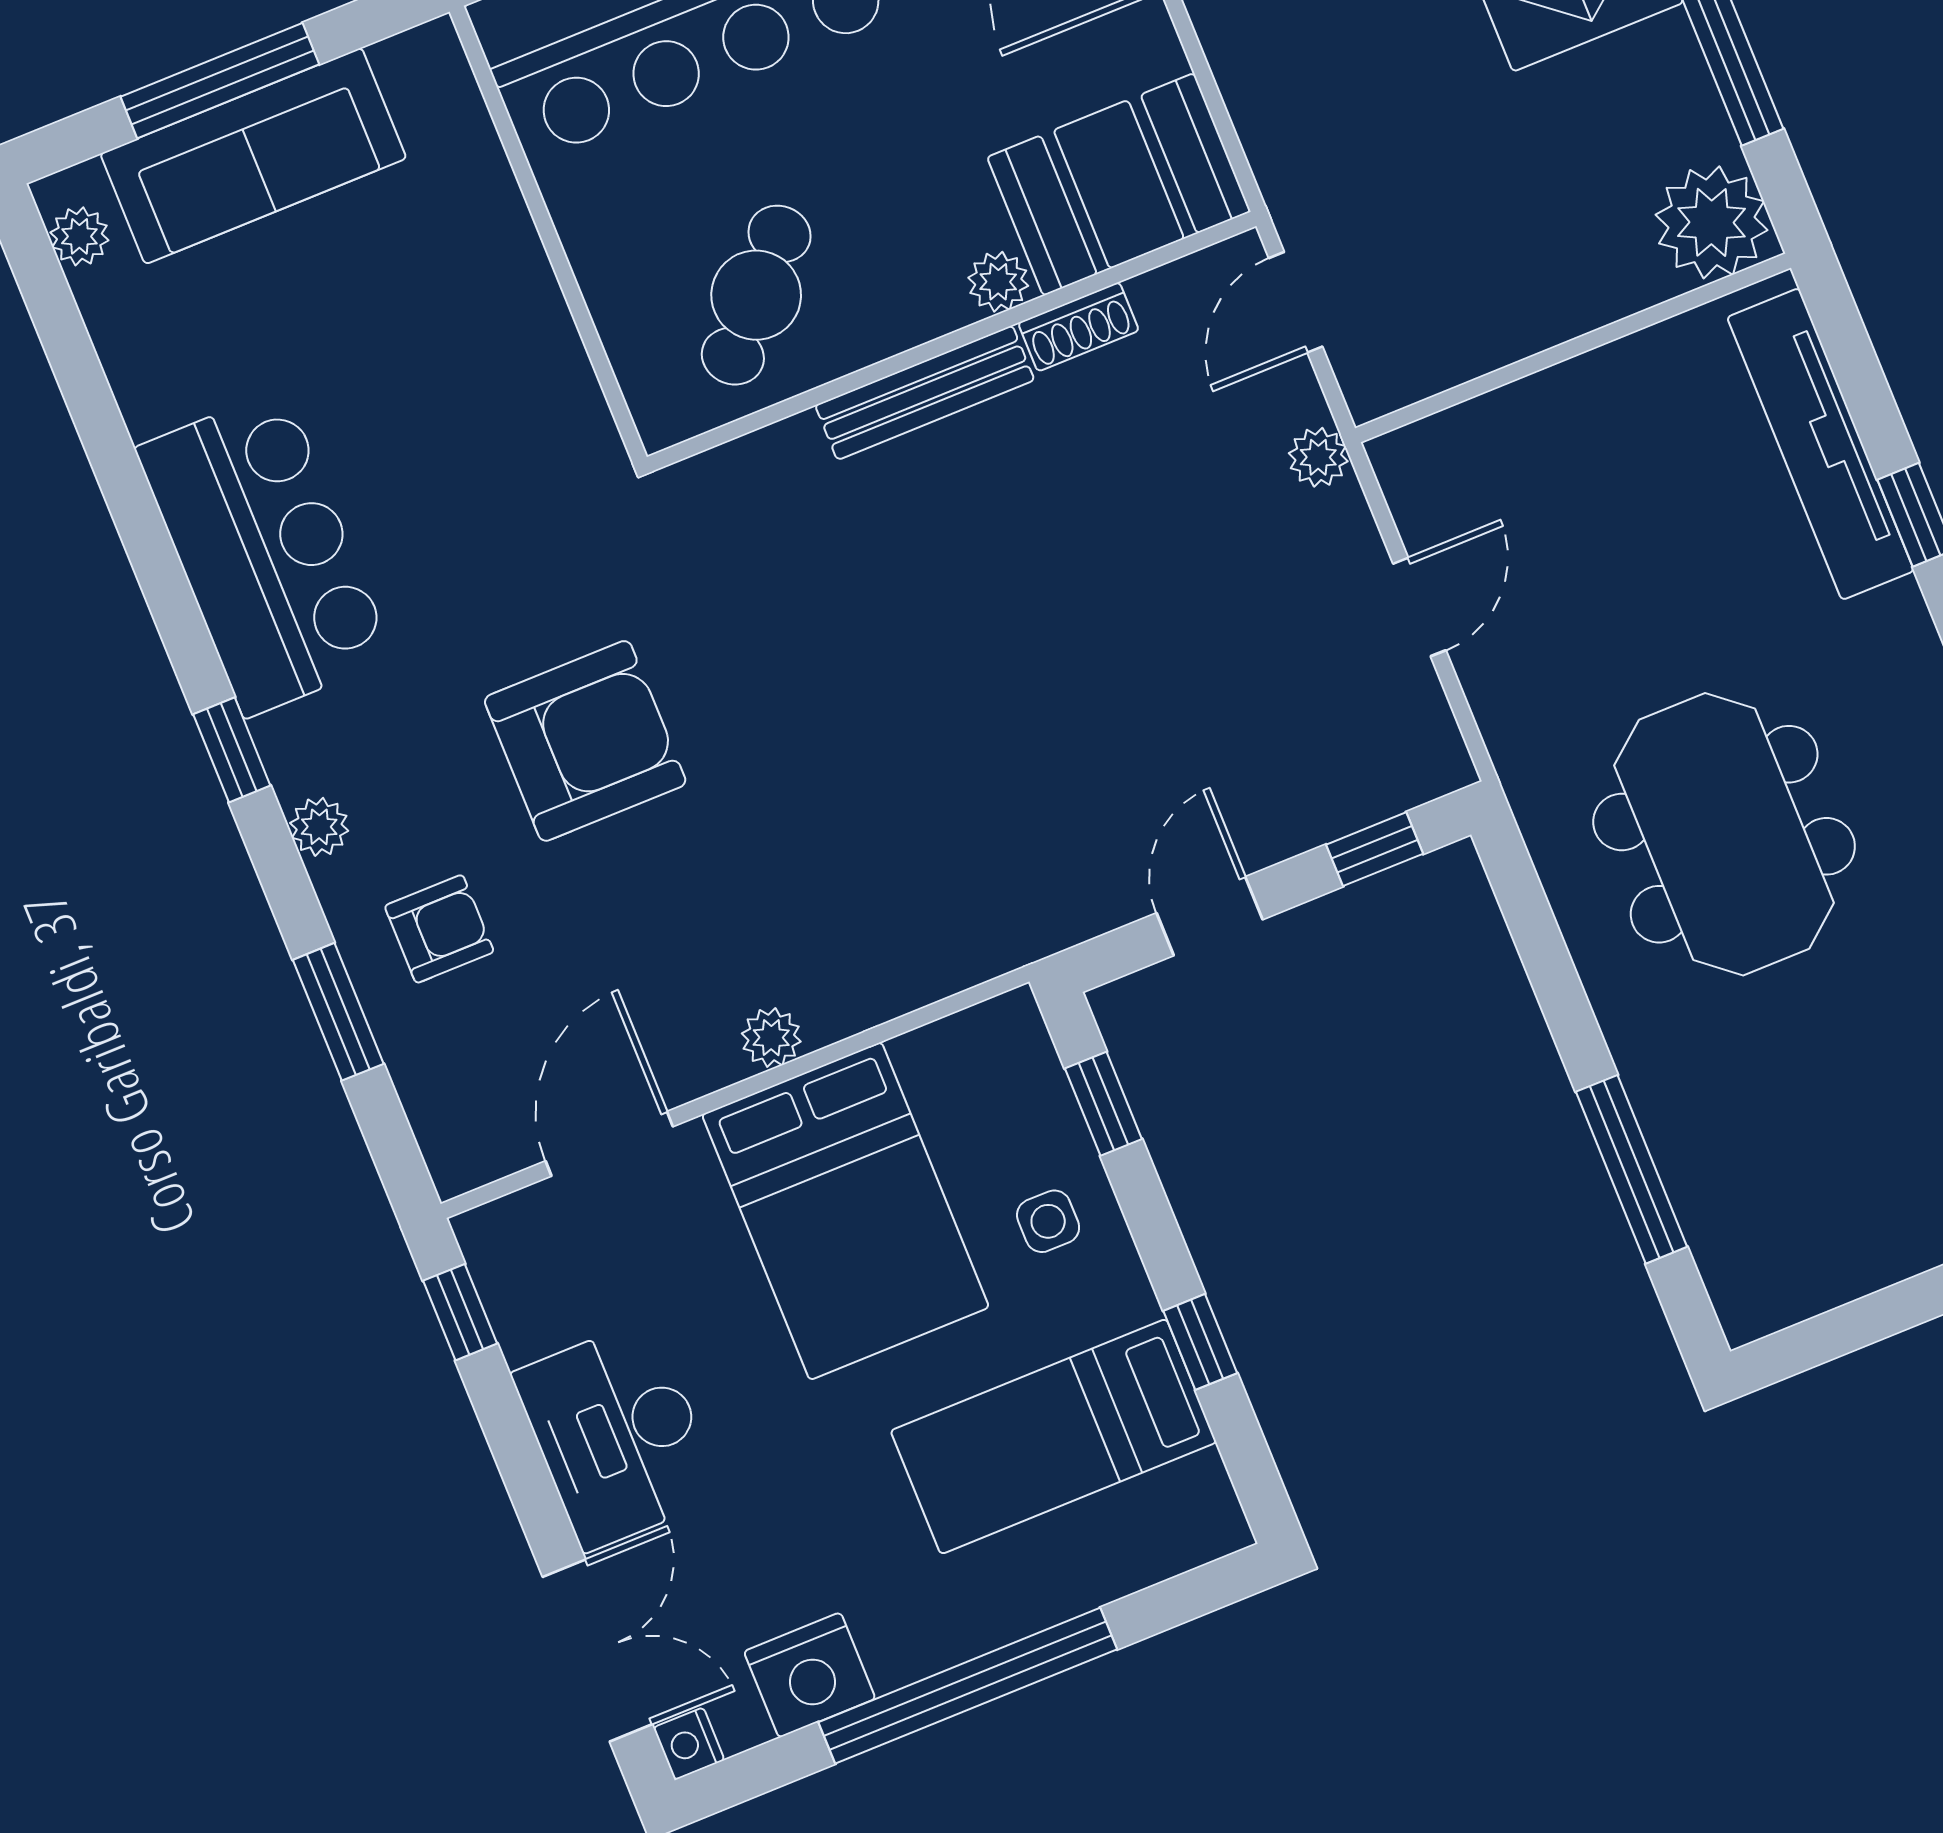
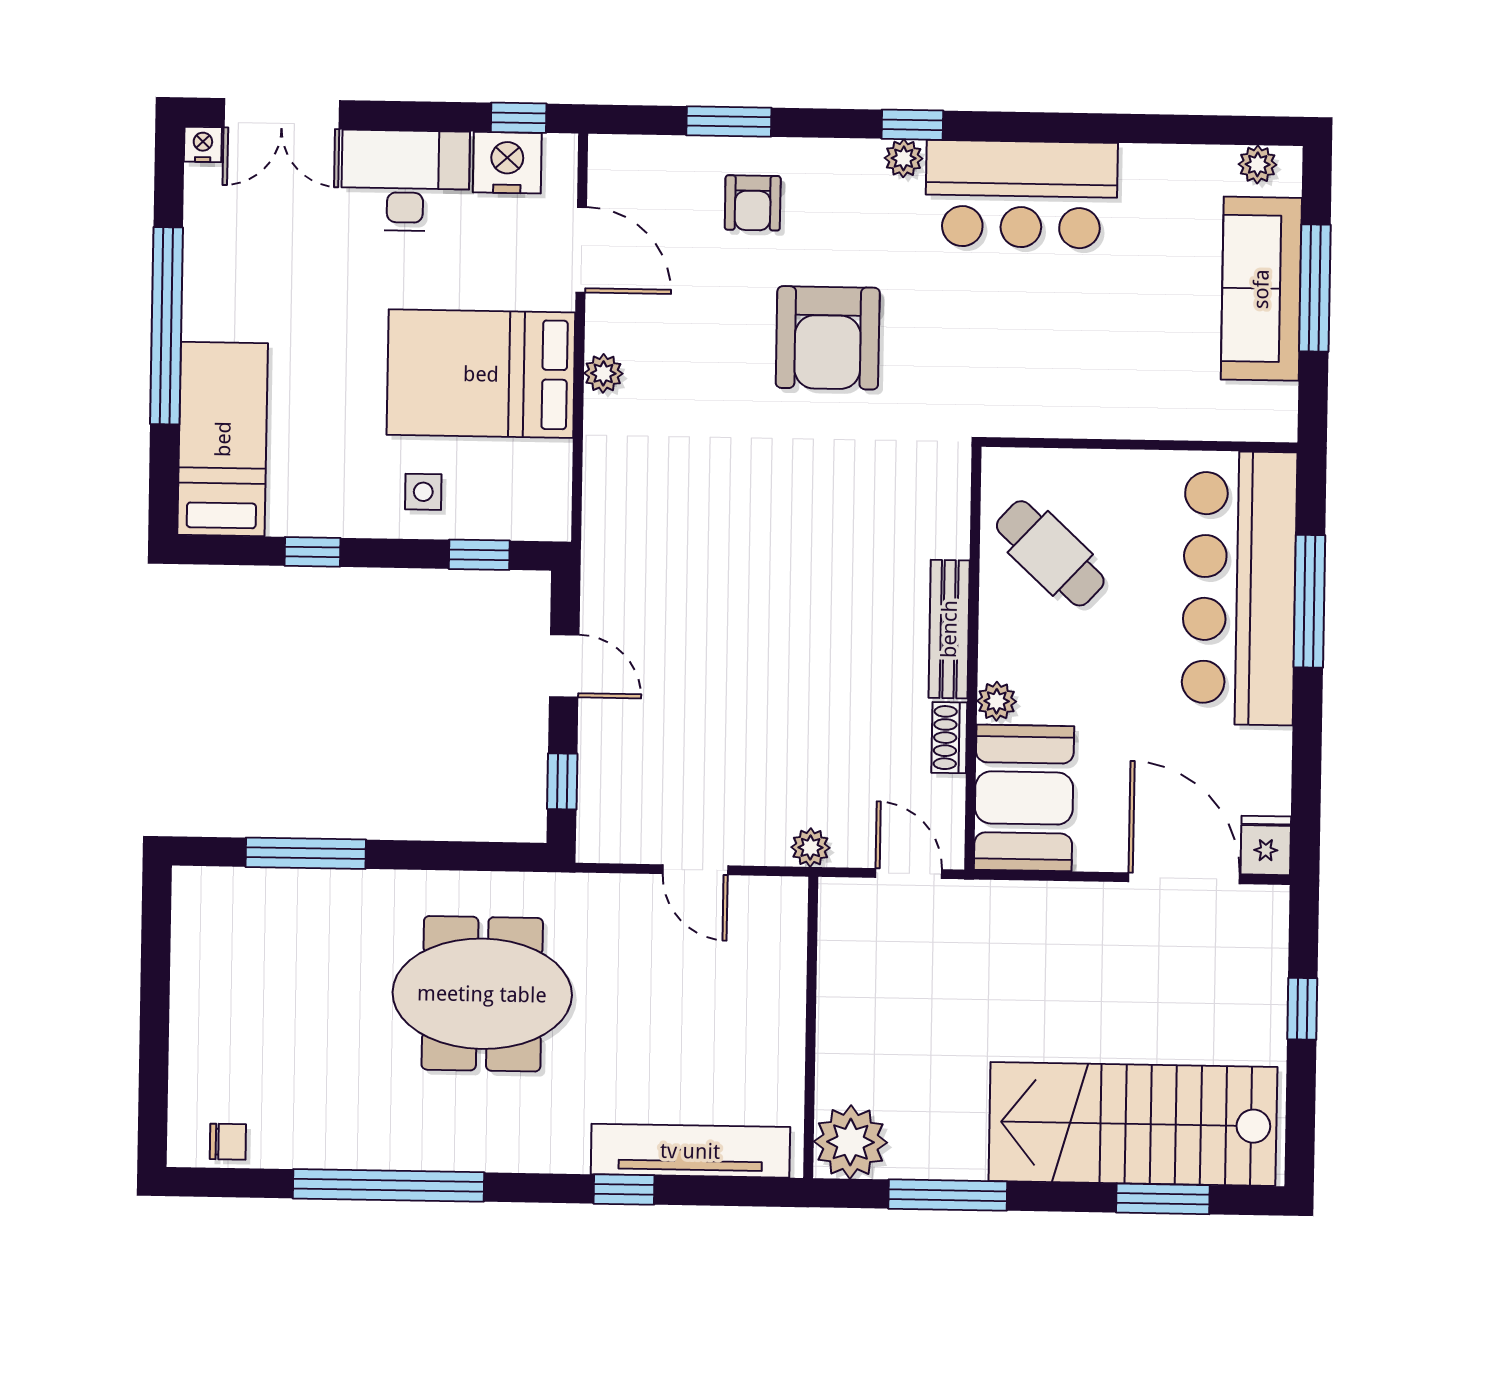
plant: (319, 827) -> (904, 158), moved
bed: (1054, 1437) -> (223, 439), moved
nightstand: (810, 1675) -> (507, 163), moved, turned 90

